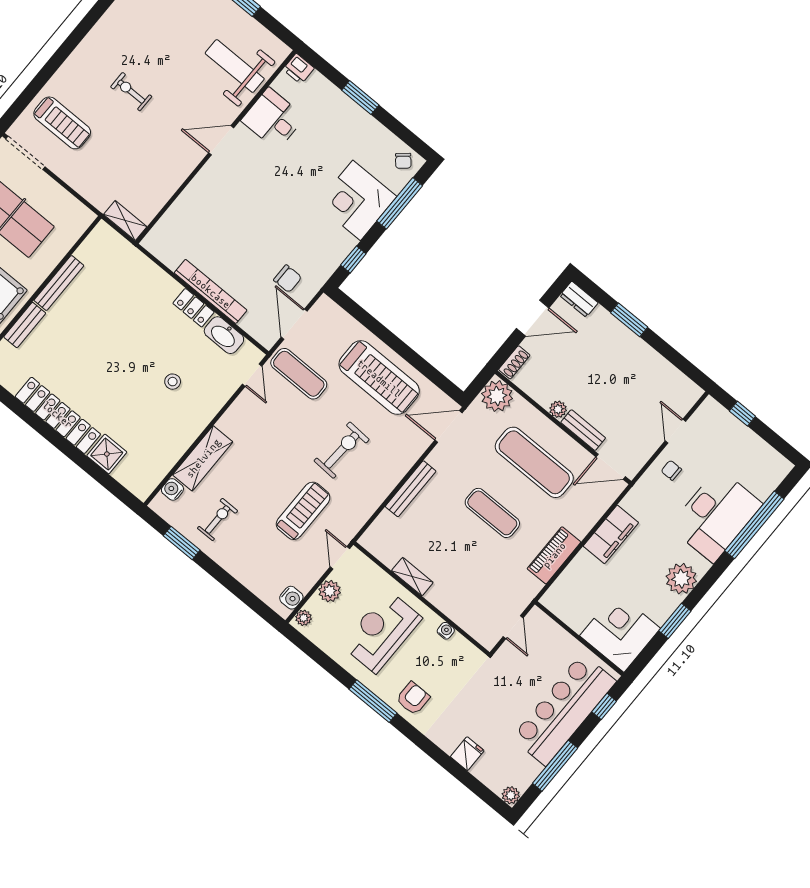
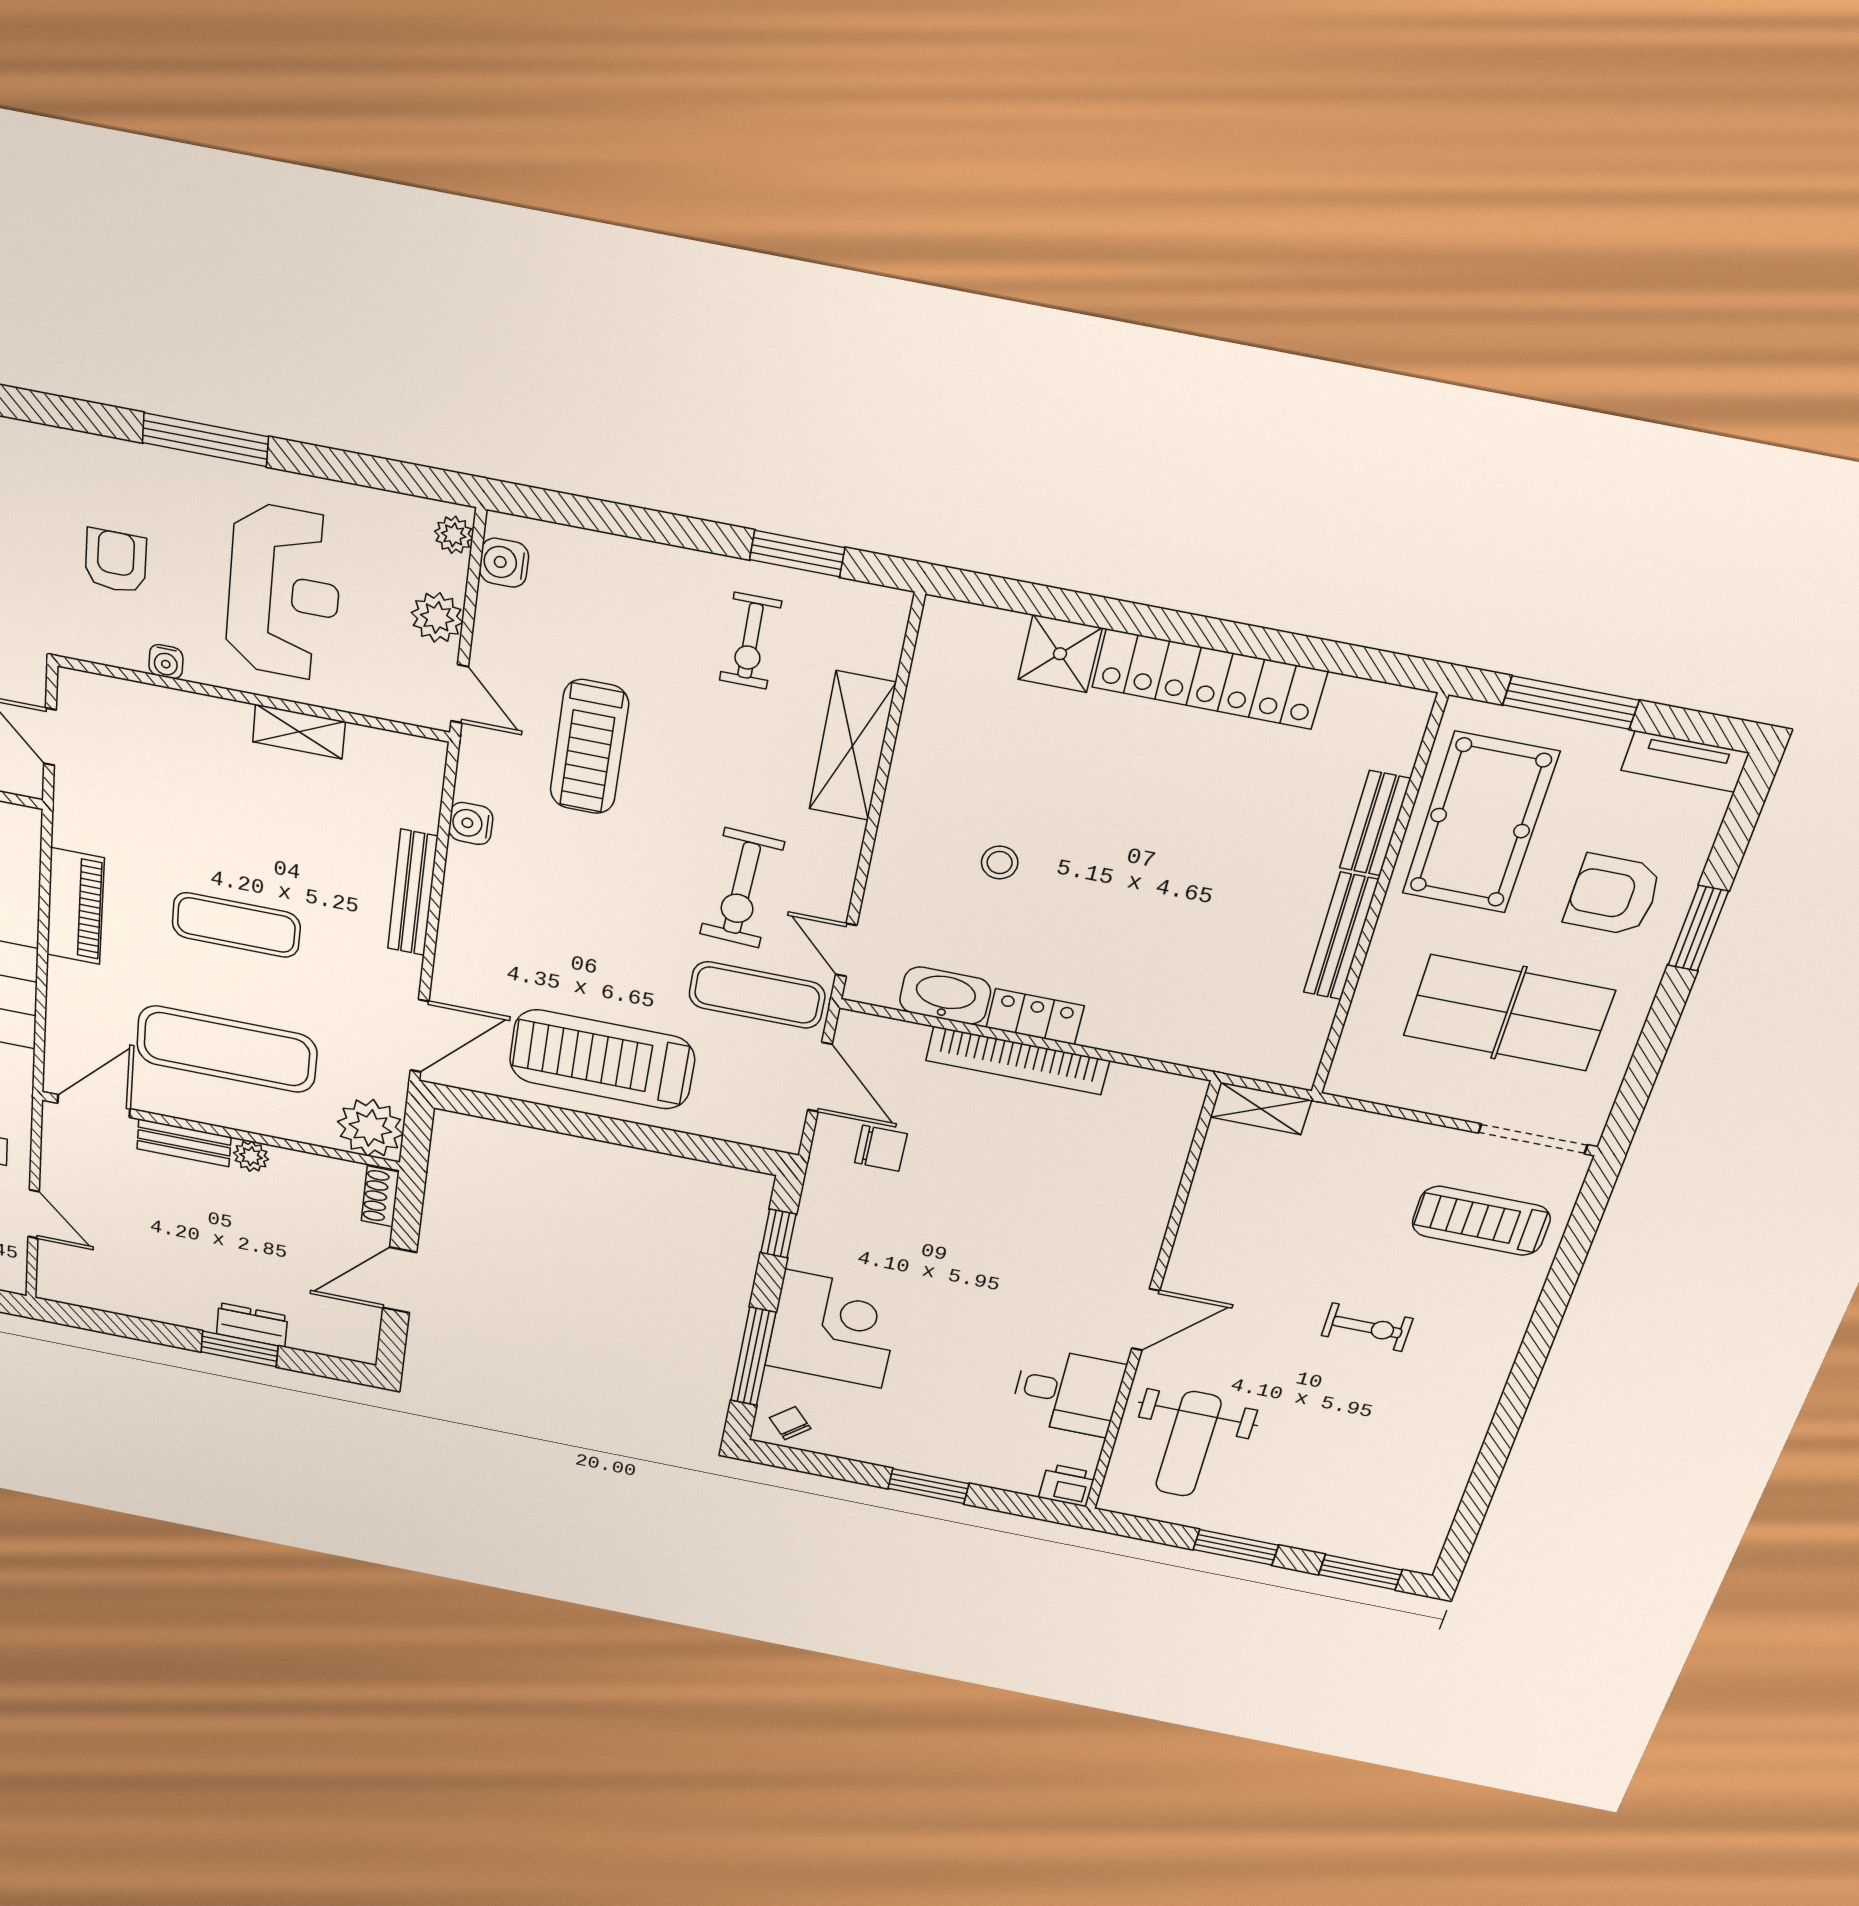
weight bench: (235, 66) -> (1188, 1444), turned 90
chair: (288, 279) -> (881, 1148), turned 180
dresser: (579, 299) -> (252, 1325), moved
exercise bike: (342, 450) -> (742, 888), moved
water cooler: (172, 489) -> (471, 824), moved, turned 180
armchair: (413, 698) -> (116, 561), moved, turned 180

